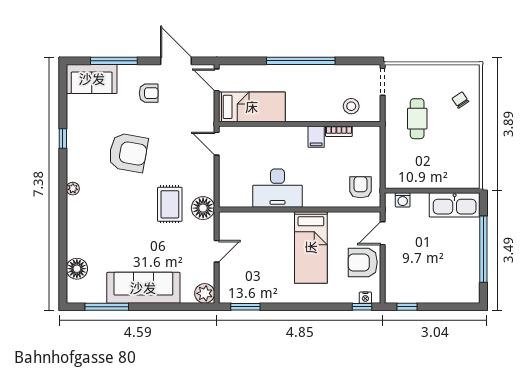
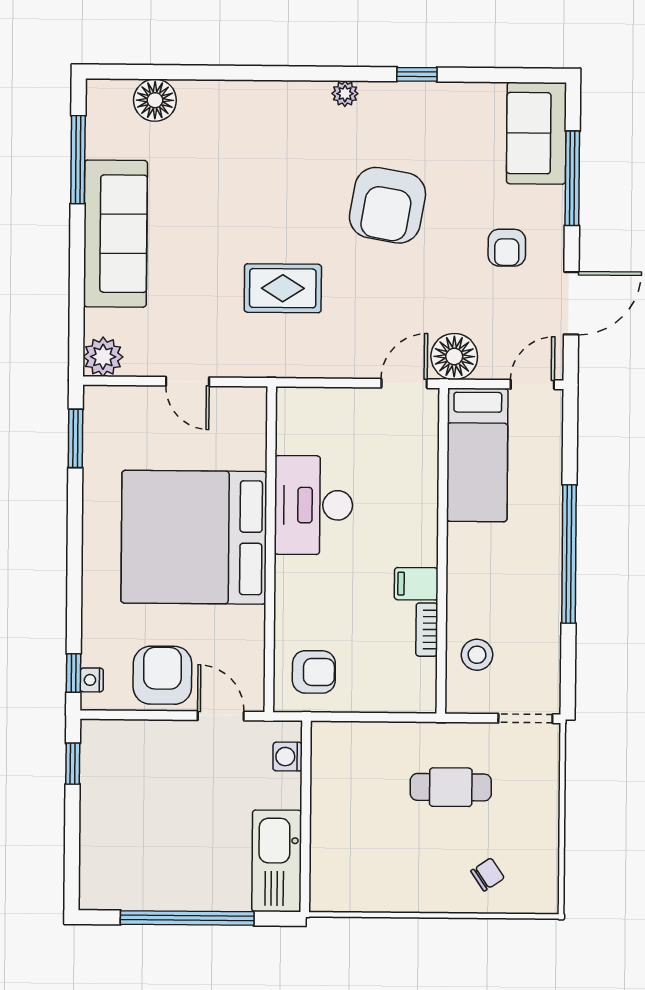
plant: (73, 189) -> (345, 94), moved
floor lamp: (203, 208) -> (454, 356), moved
bed: (311, 247) -> (194, 537), width x2.04

